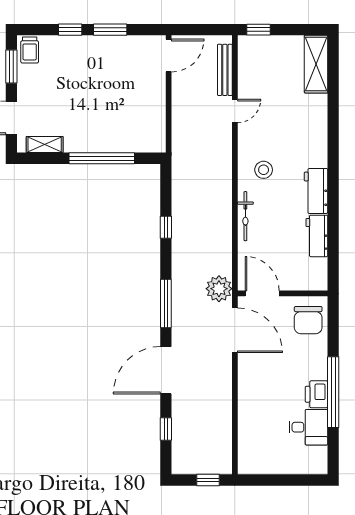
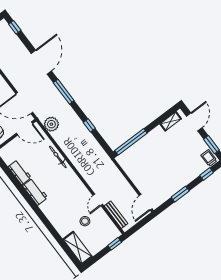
window: (70, 30) -> (207, 174), moved
window: (102, 158) -> (131, 142), moved
stool: (264, 170) -> (85, 221), moved
plant: (219, 289) -> (51, 124), moved
window: (166, 429) -> (15, 27), moved

